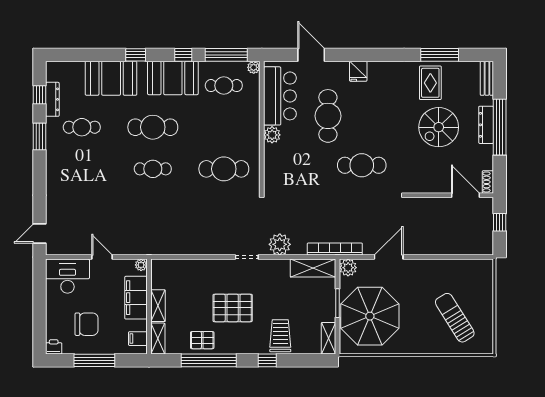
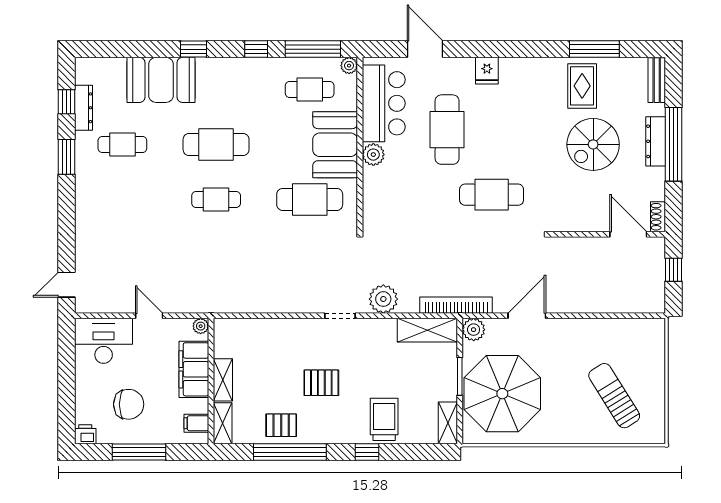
booth: (173, 78) -> (335, 145), moved, turned 90
pallet: (233, 308) -> (321, 383), width x0.67, depth x0.71

